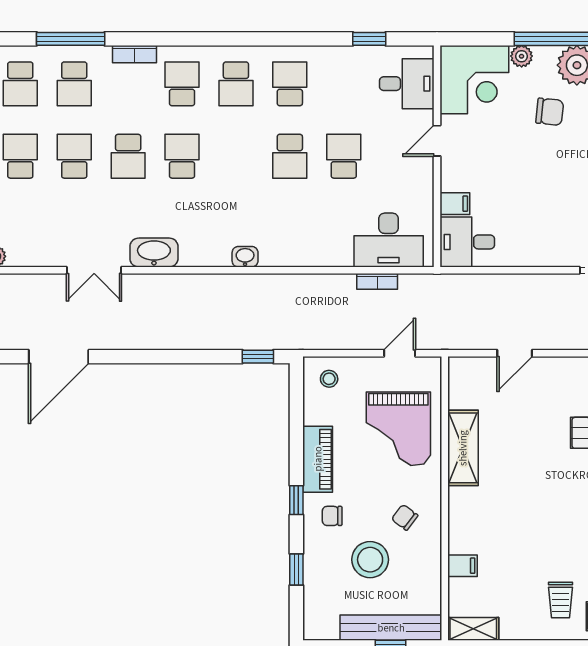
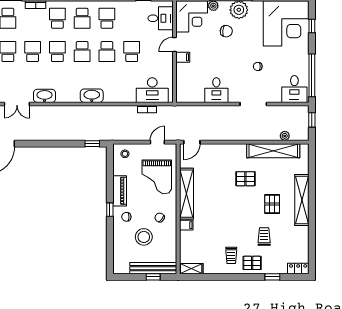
school desk: (128, 156) -> (33, 52), turned 180
school desk: (236, 156) -> (82, 52), added
filing cabinet: (455, 204) -> (183, 57), moved
desk: (467, 242) -> (216, 90), moved, turned -90
washbasin: (245, 257) -> (92, 96), width x1.91, depth x1.45
door: (515, 353) -> (192, 142), moved
shelving: (463, 448) -> (186, 194), width x1.47
filing cabinet: (462, 566) -> (186, 225), moved
window: (296, 570) -> (110, 241), removed

